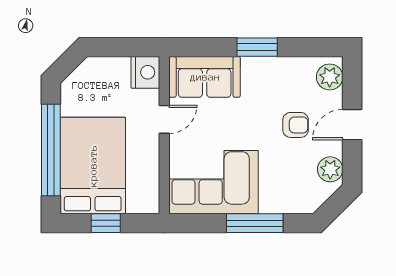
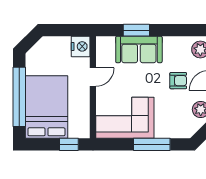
window: (257, 47) -> (136, 30), moved
sofa: (205, 77) -> (139, 49), moved
window: (106, 223) -> (69, 144), moved

